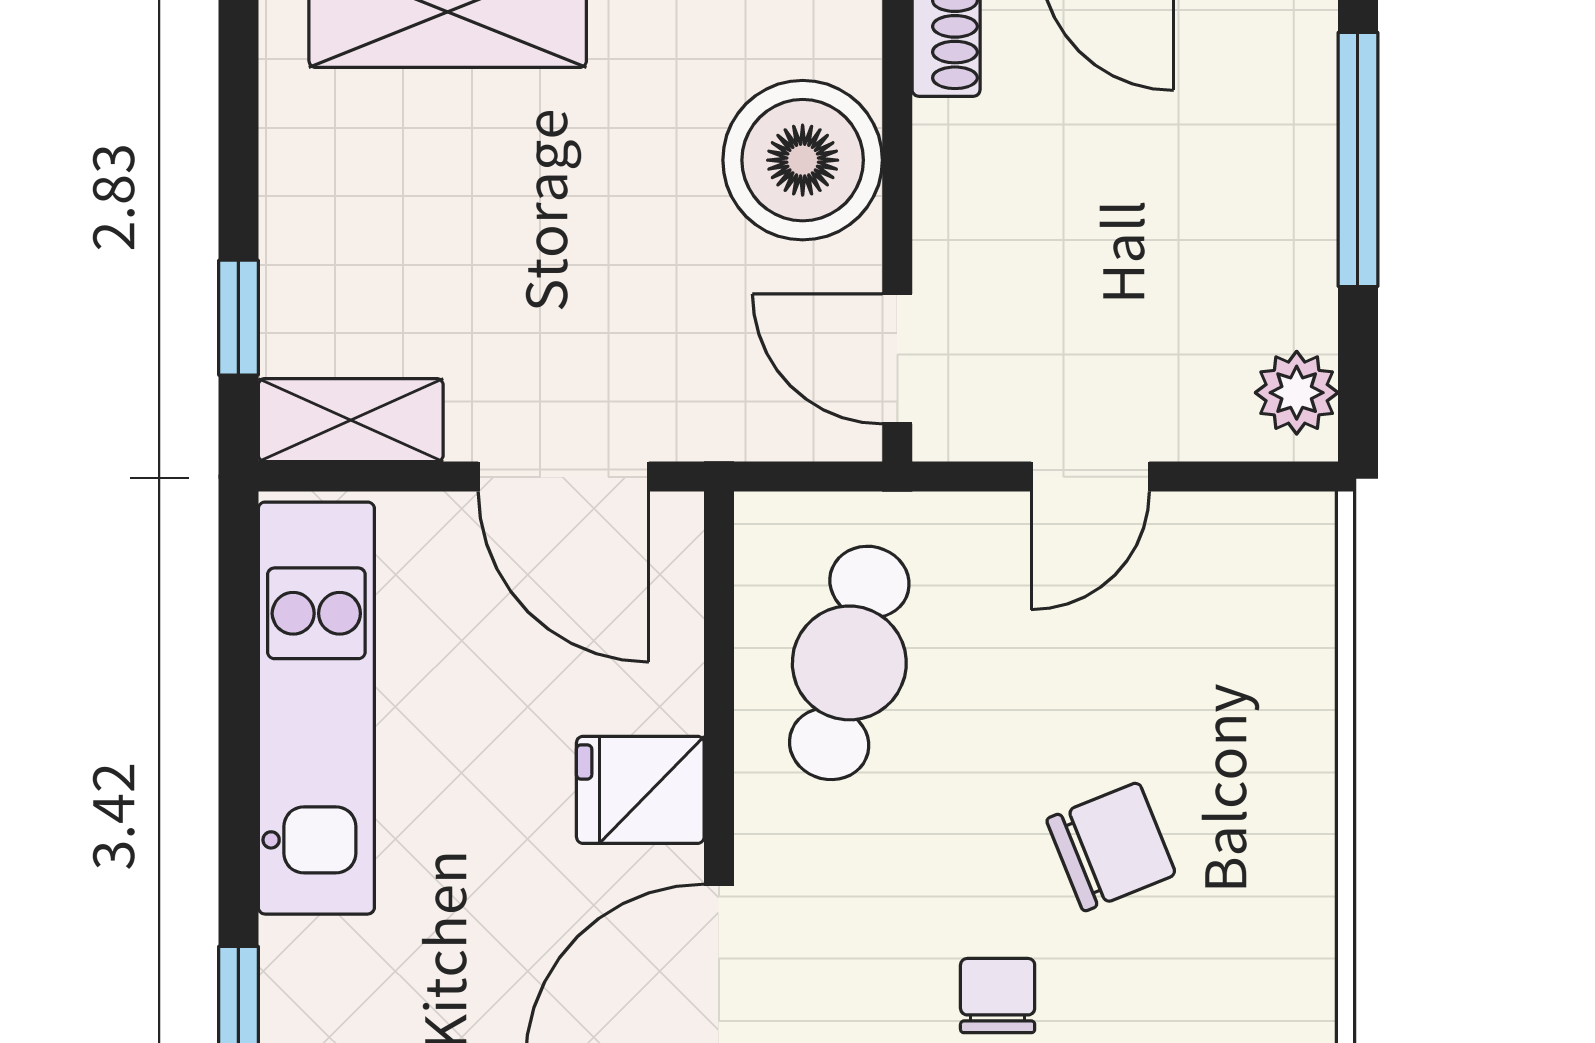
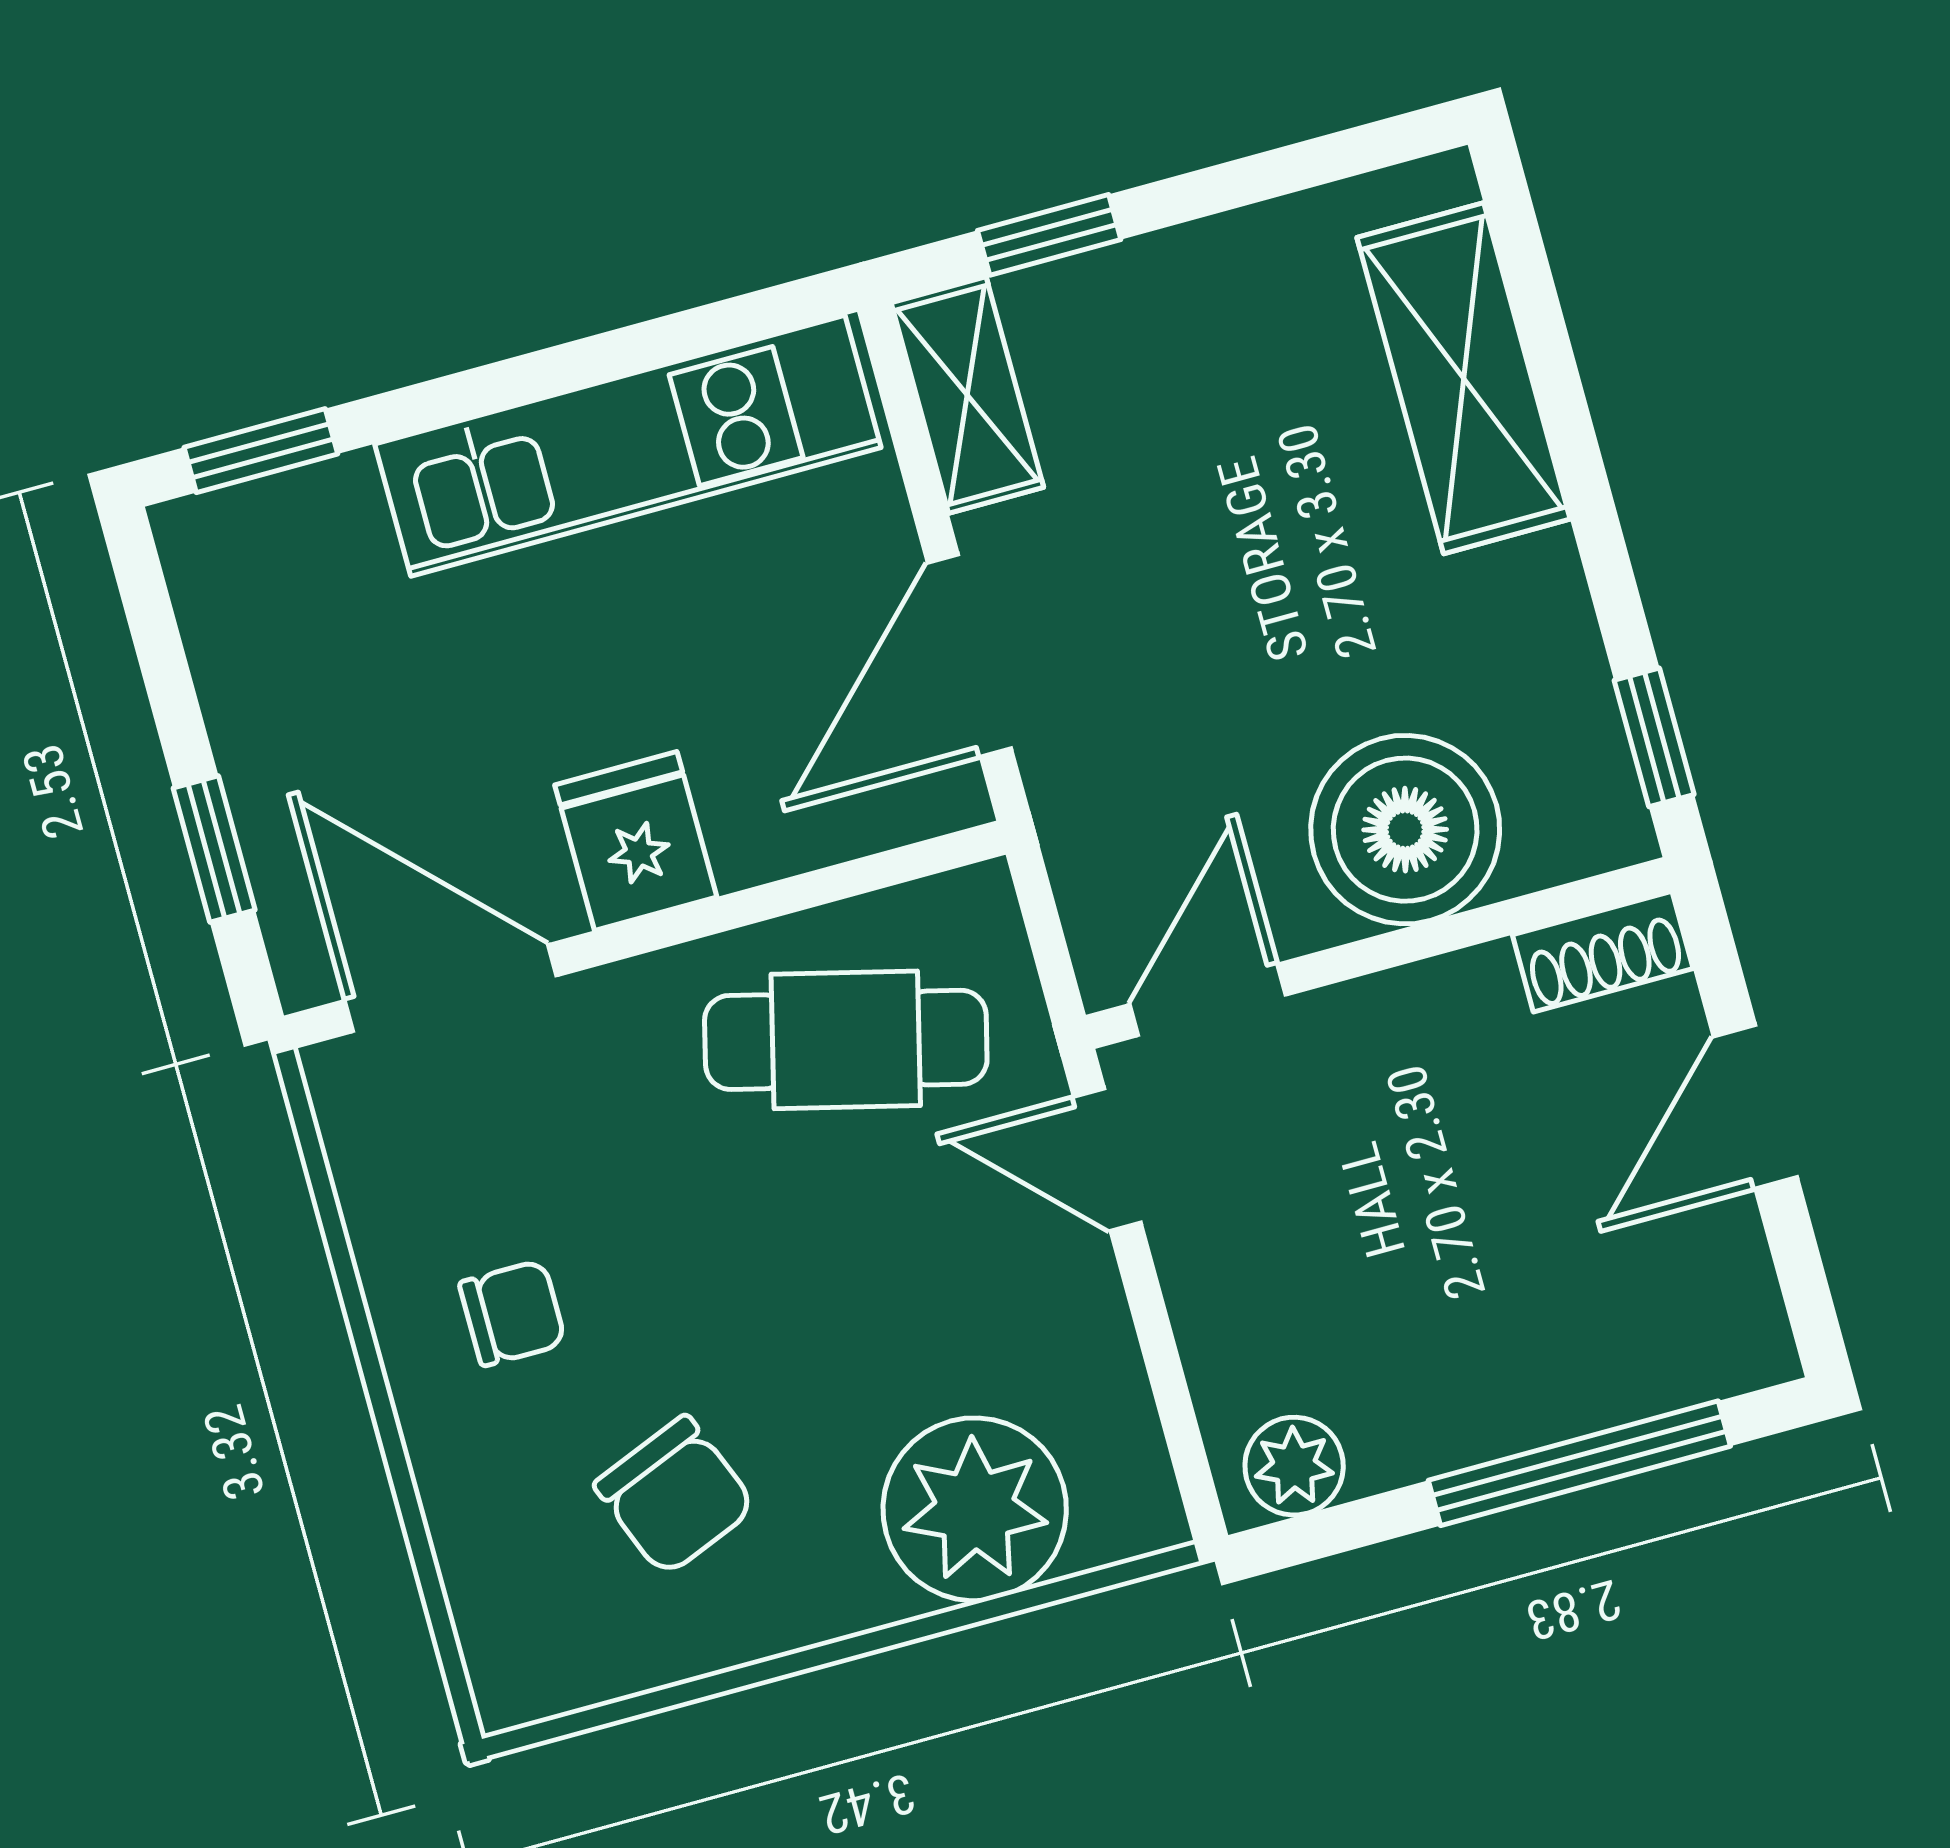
door: (1090, 477) -> (1107, 1160), moved
plant: (1261, 663) -> (975, 1509), added
chair: (1111, 847) -> (675, 1496), moved

